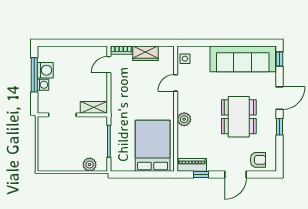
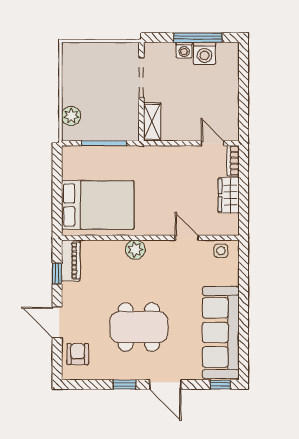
armchair: (258, 160) -> (78, 354), turned 180

